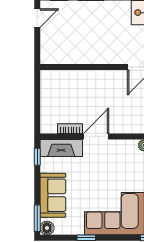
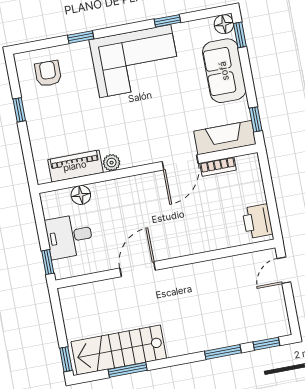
door: (37, 18) -> (284, 270), moved
printer: (49, 85) -> (257, 221), added
window: (37, 218) -> (240, 35), width x0.67

